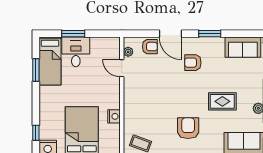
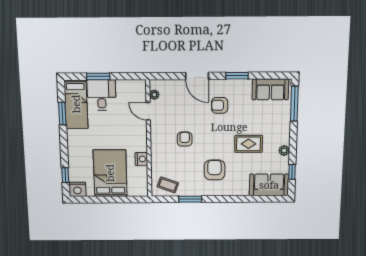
armchair: (150, 47) -> (185, 139), moved, turned -90

